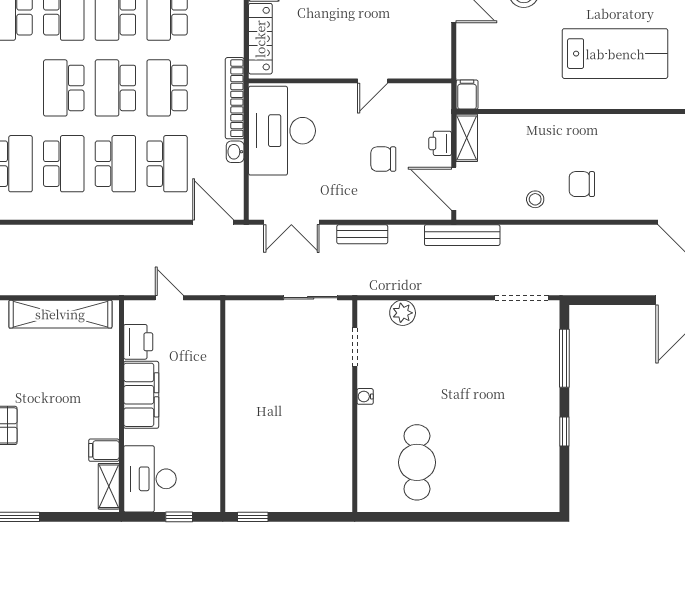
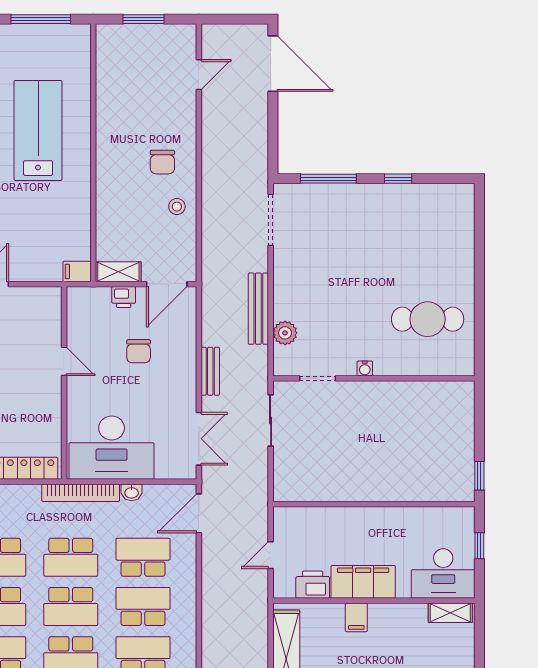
bench: (462, 235) -> (258, 309), moved
filing cabinet: (104, 450) -> (356, 617), moved

